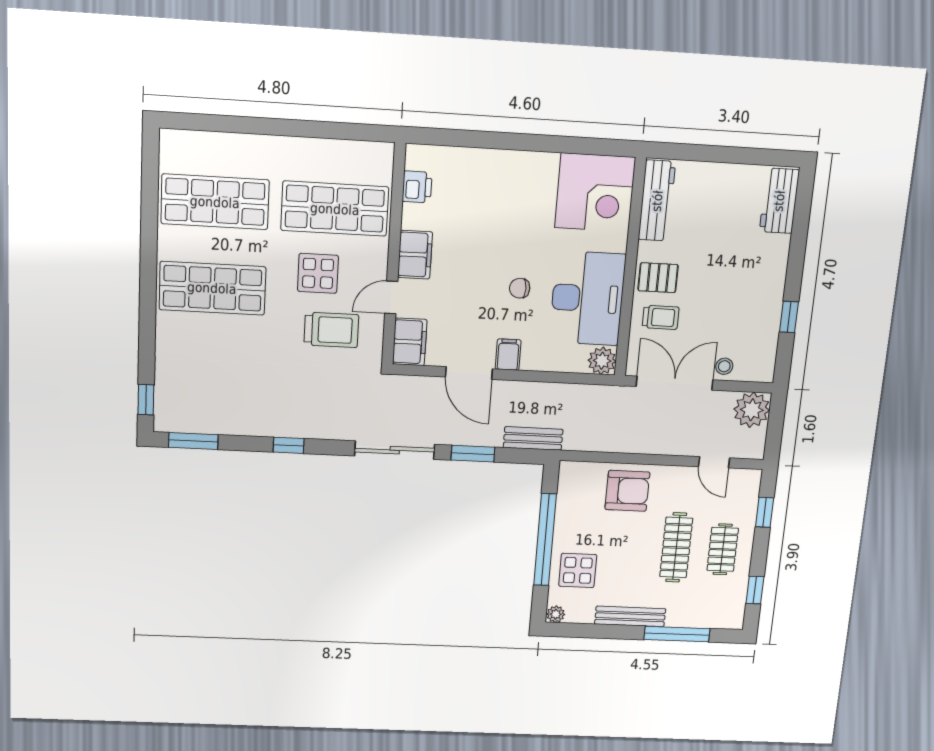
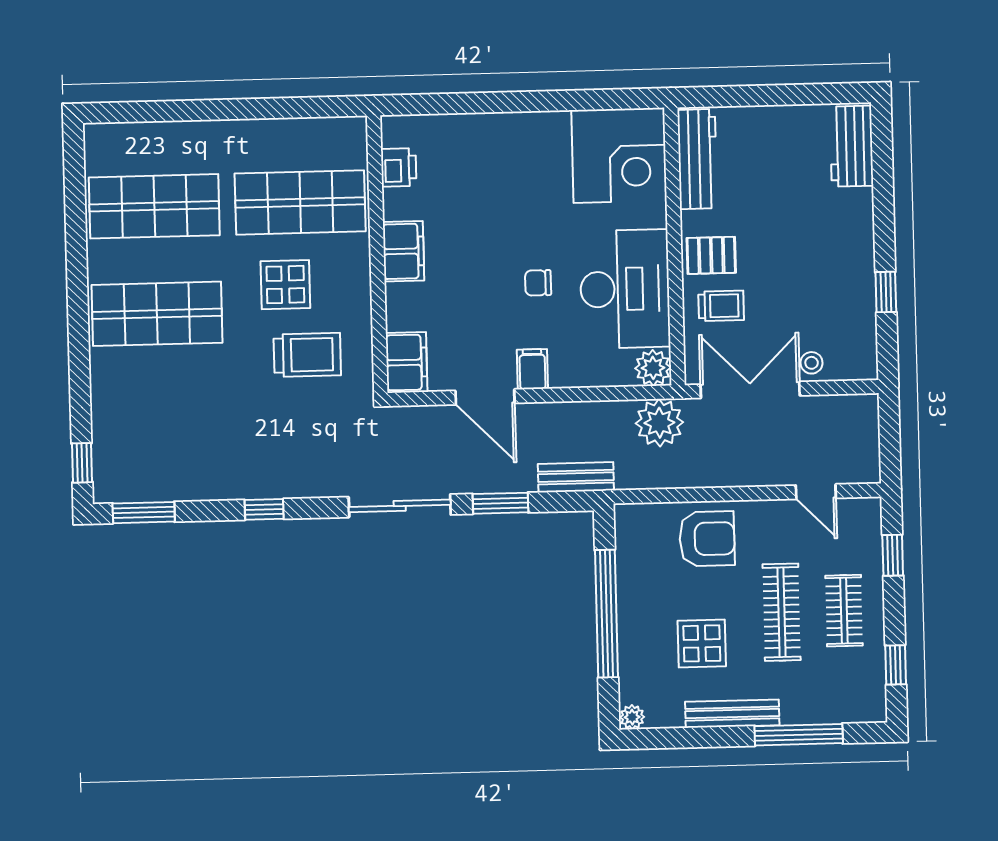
door: (391, 297) -> (379, 308), removed
plant: (752, 410) -> (659, 423), moved
display table: (578, 570) -> (702, 643), moved

